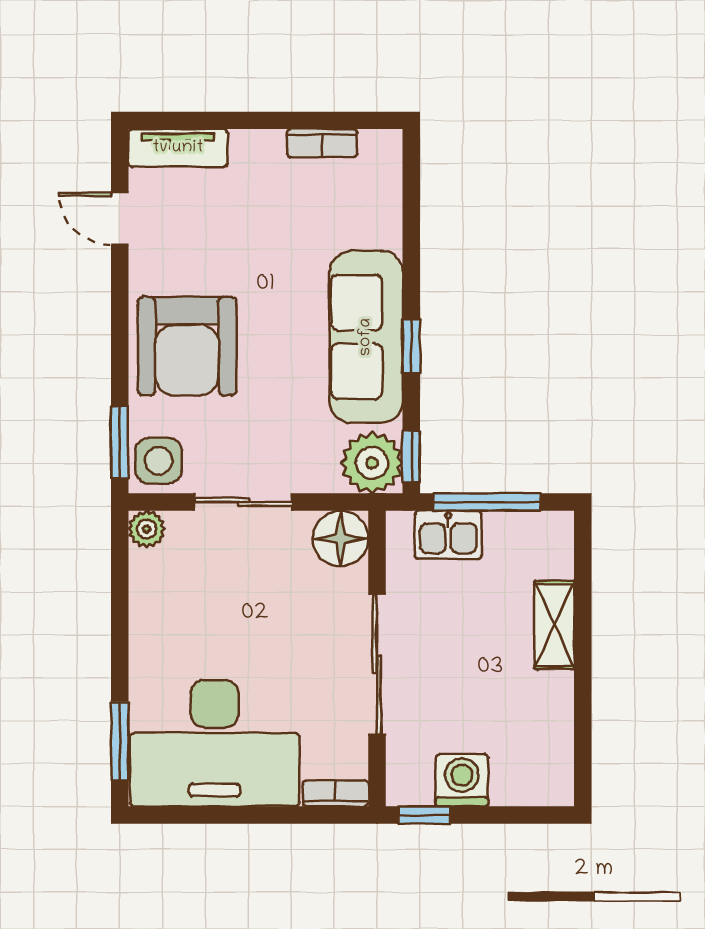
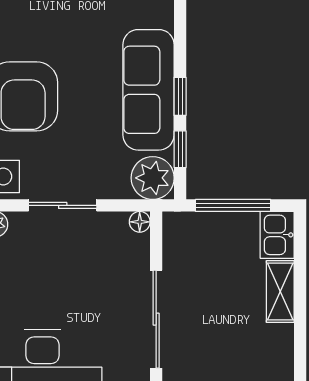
window: (411, 456) -> (180, 149), moved
kitchen sink: (448, 535) -> (277, 235), moved, turned 90
floor lamp: (340, 539) -> (140, 222), width x0.53, depth x0.53

